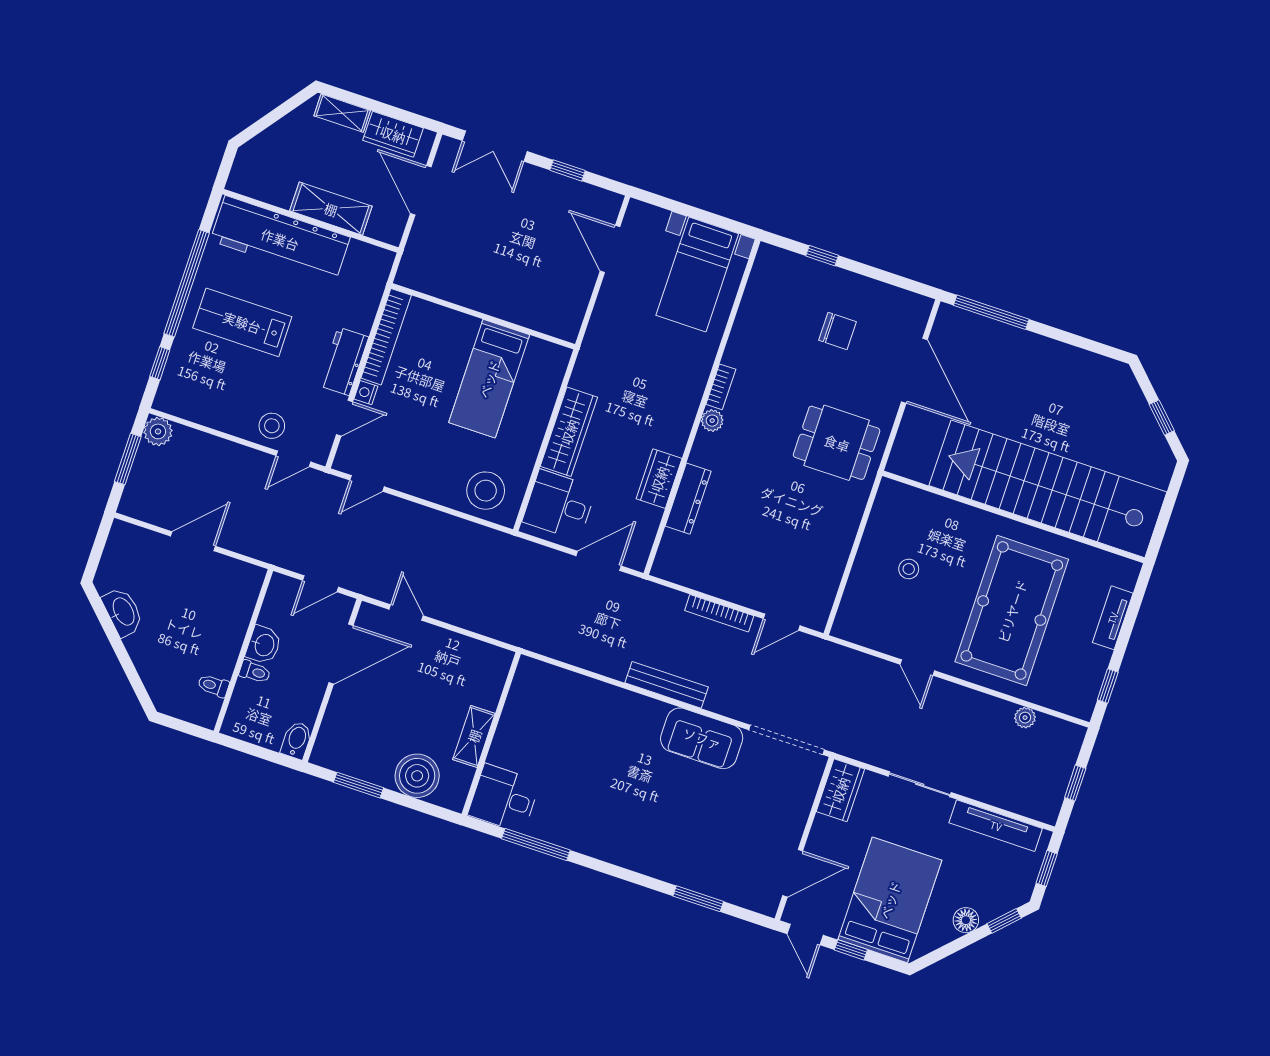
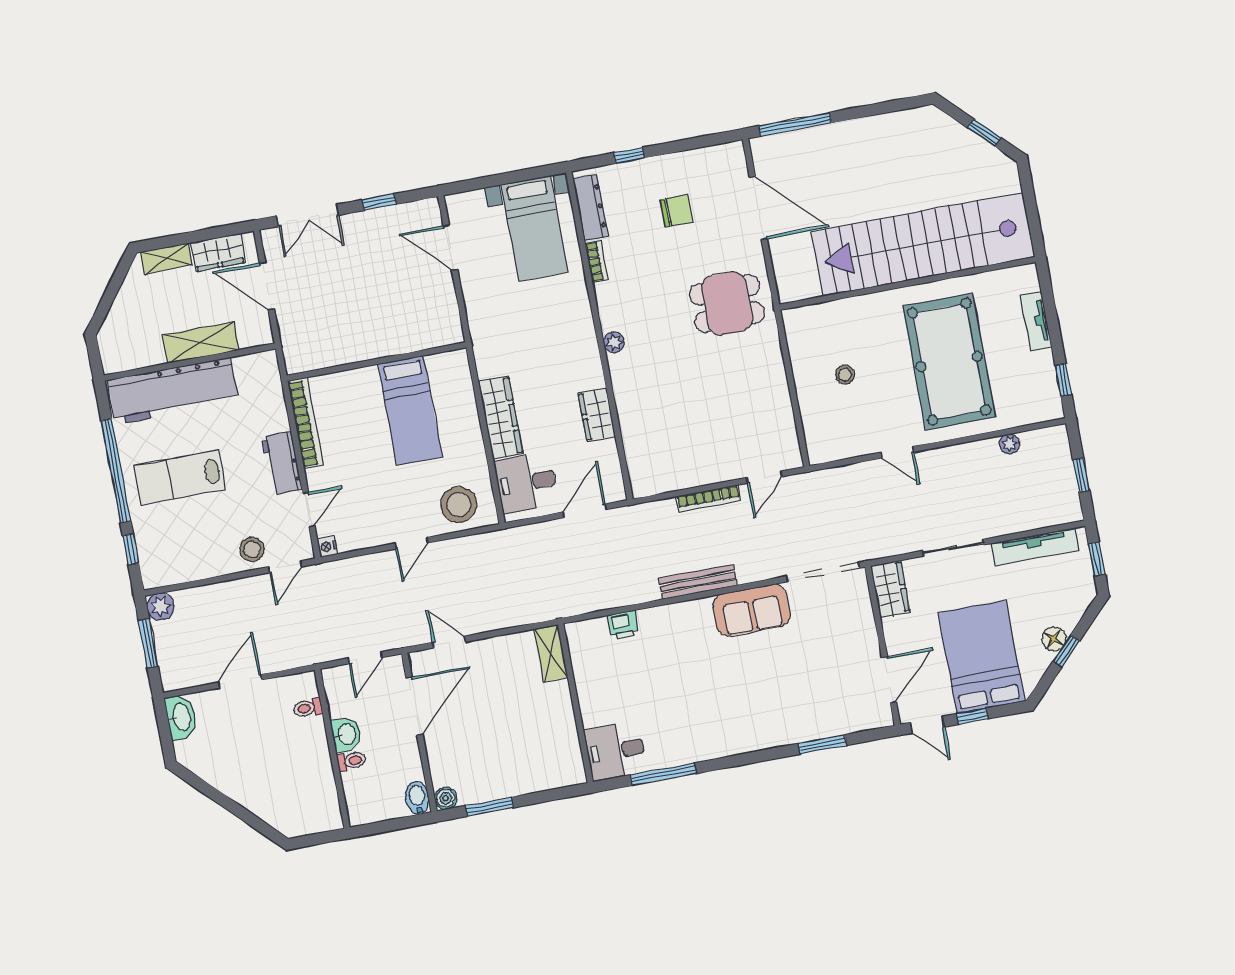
bookcase: (721, 387) -> (596, 261), moved
nightstand: (366, 393) -> (327, 547), moved
door: (367, 483) -> (411, 543), moved
dresser: (688, 499) -> (591, 208), moved
washbasin: (123, 612) -> (181, 717), moved, turned 45
toilet: (213, 686) -> (308, 708), moved
printer: (576, 686) -> (623, 625), added
shelving: (474, 736) -> (551, 653), moved
boiler: (417, 776) -> (446, 798), moved, width x0.54, depth x0.54
window: (1004, 921) -> (1066, 651), moved

